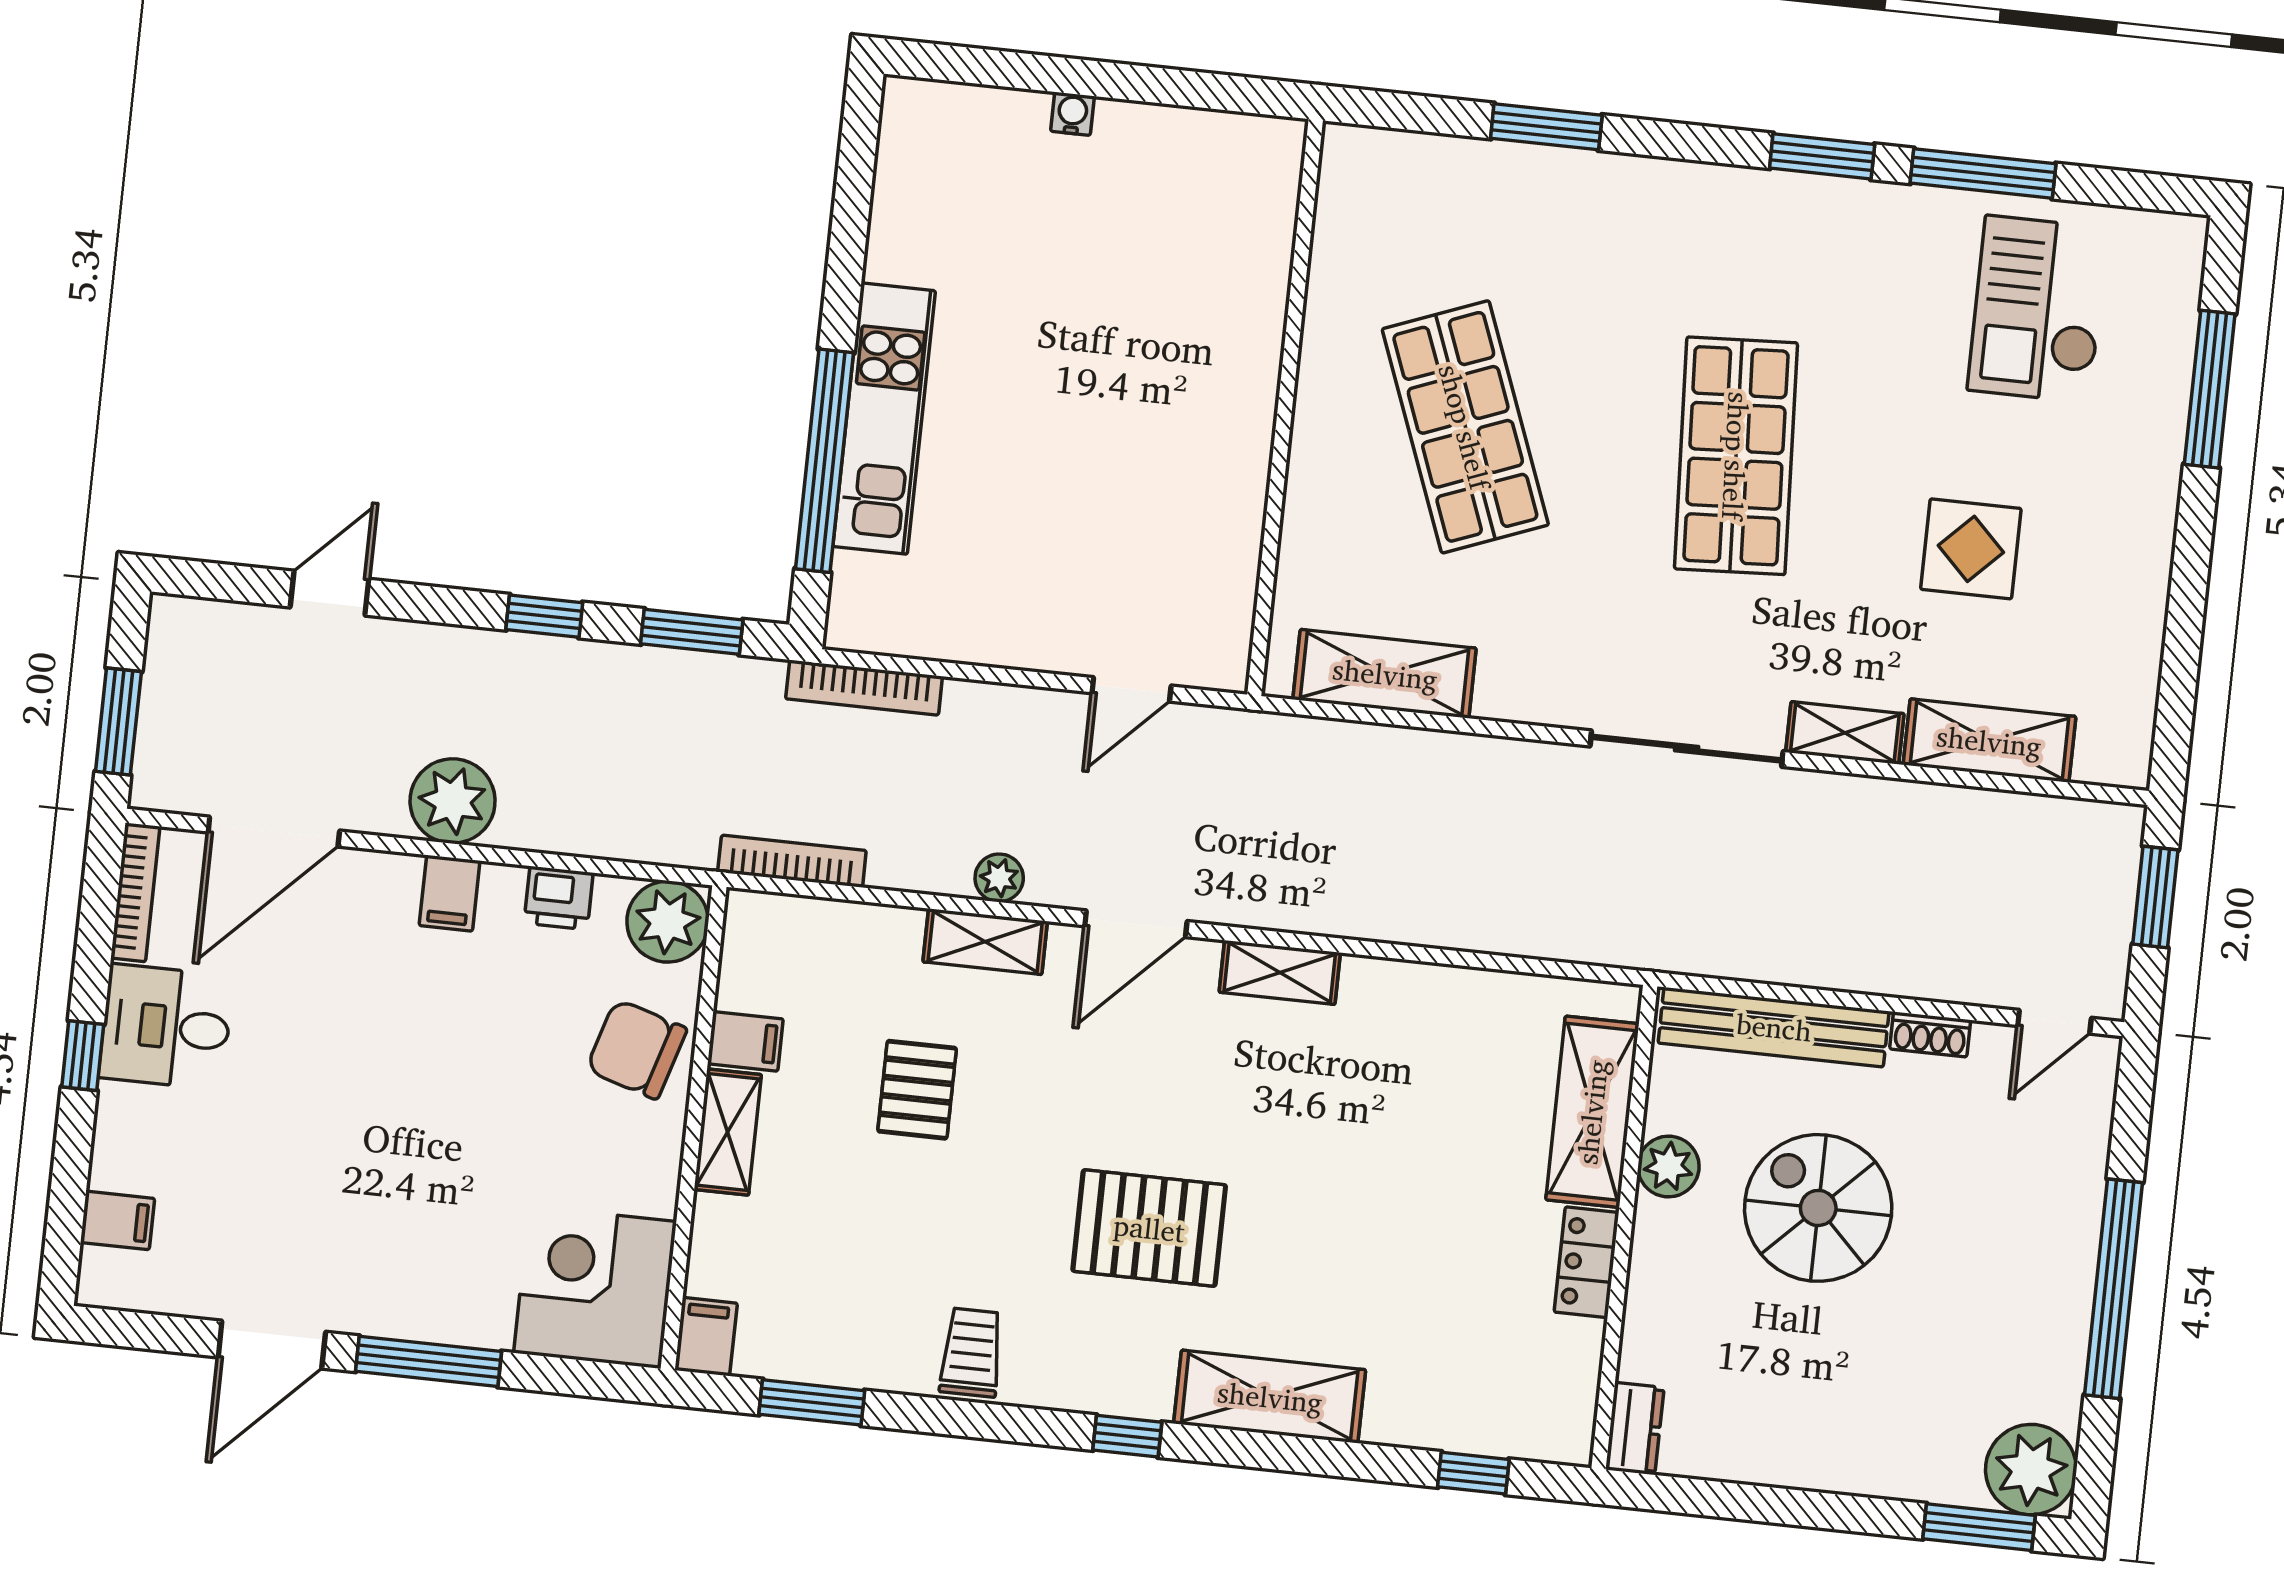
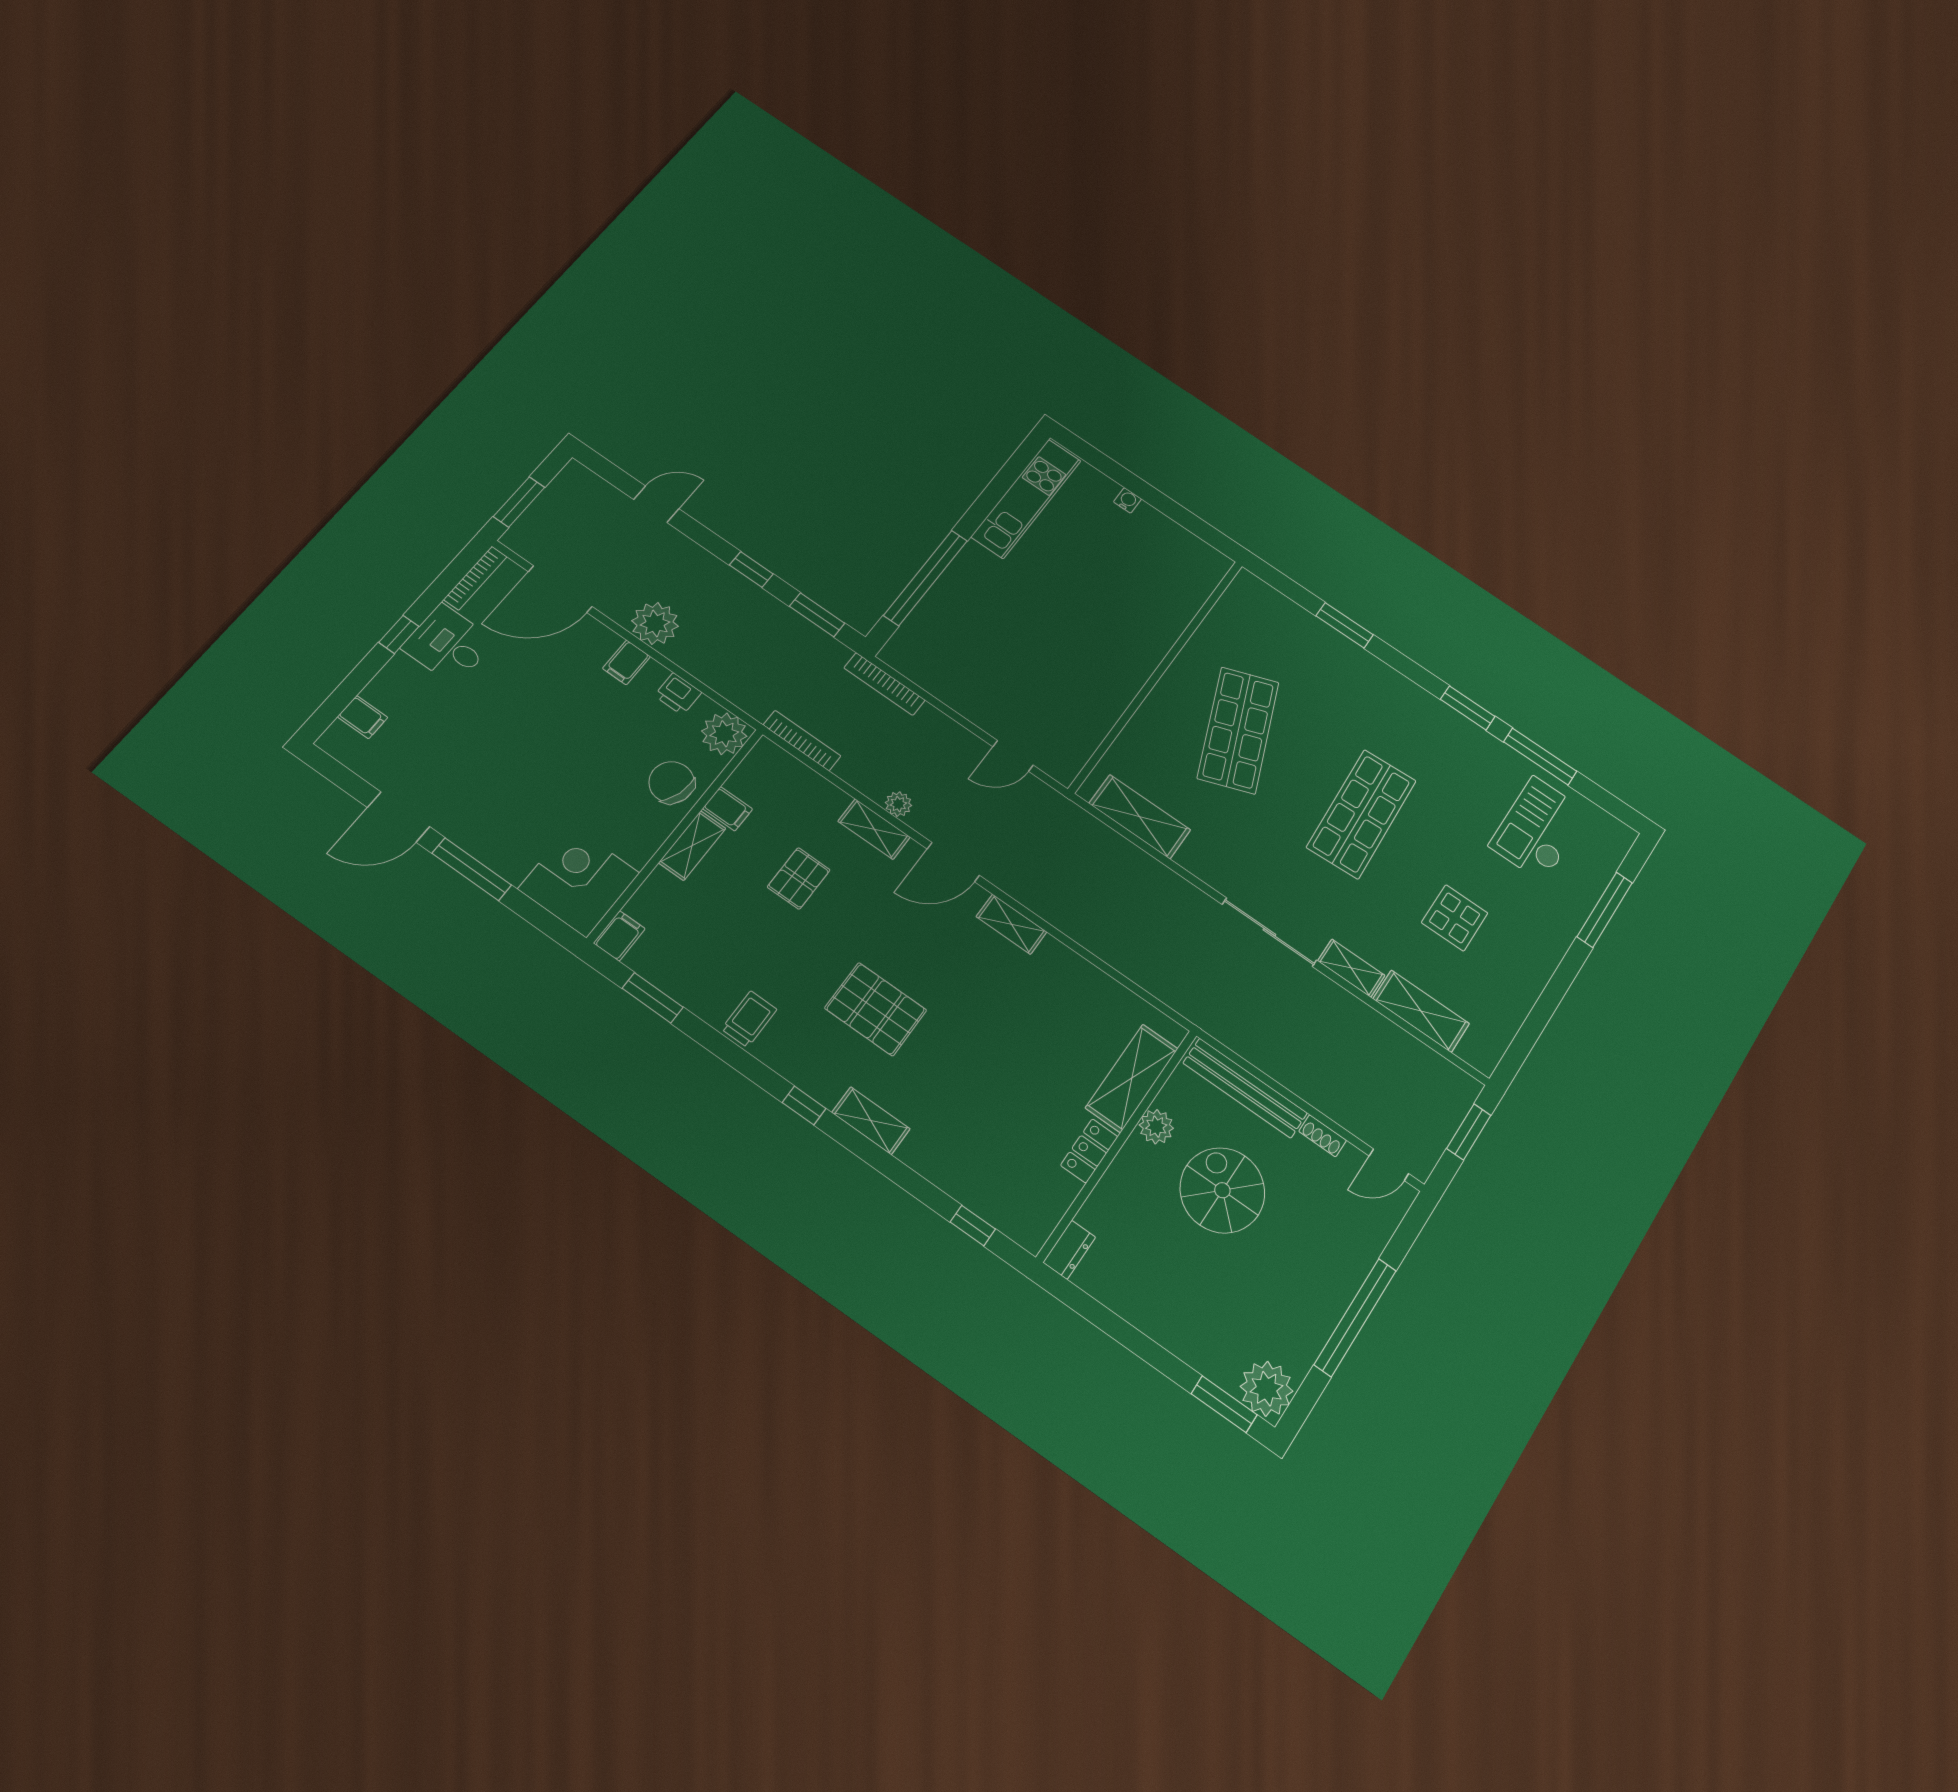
kitchen unit: (884, 419) -> (1026, 499), moved
shelving: (1270, 1397) -> (871, 1121), width x0.67, depth x0.75

